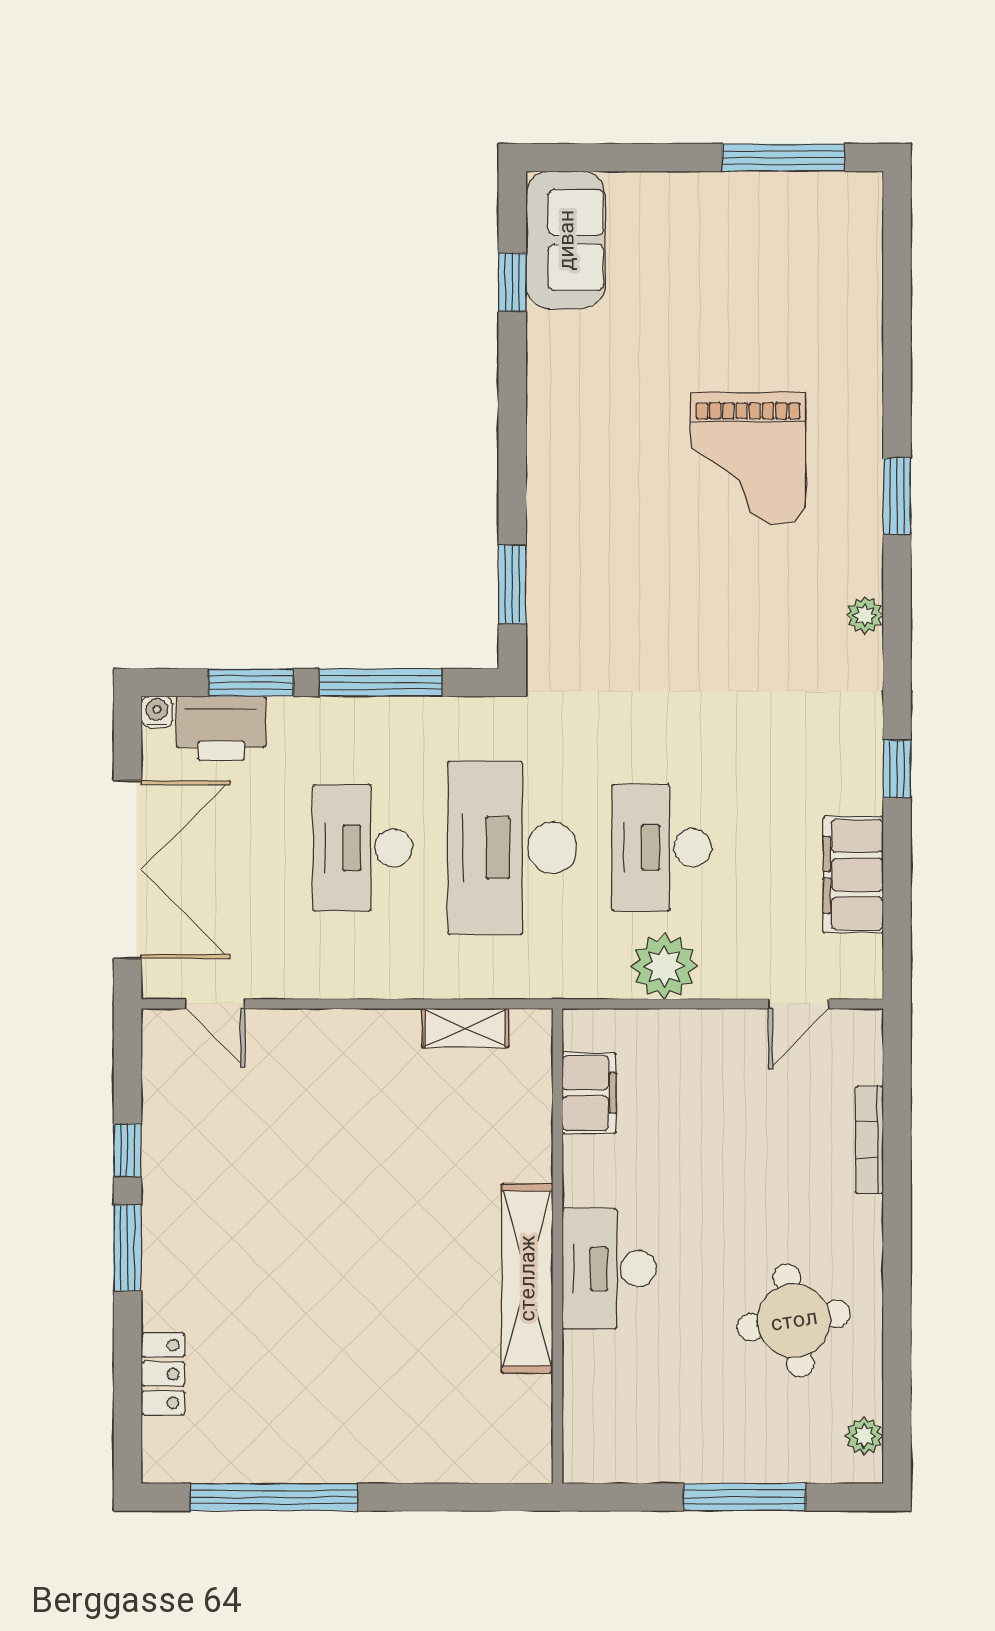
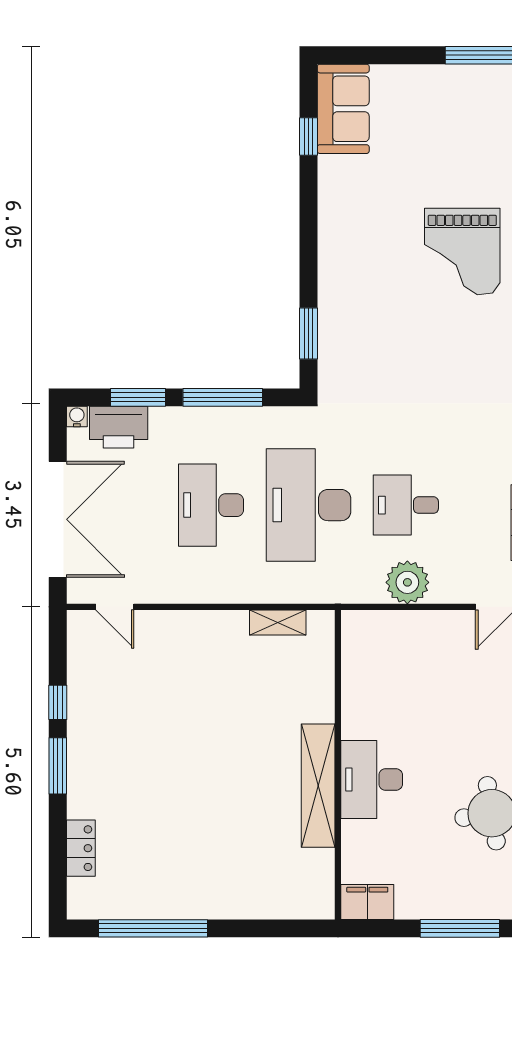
desk: (662, 848) -> (406, 505), width x0.73
filing cabinet: (589, 1093) -> (367, 902), moved, turned -90

